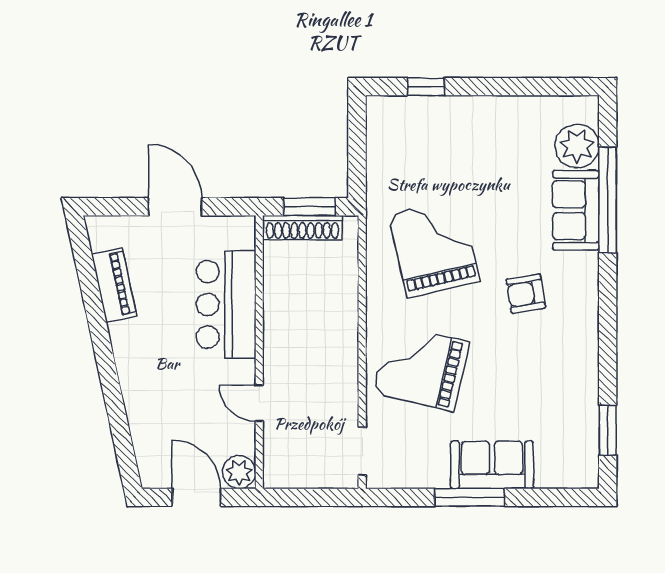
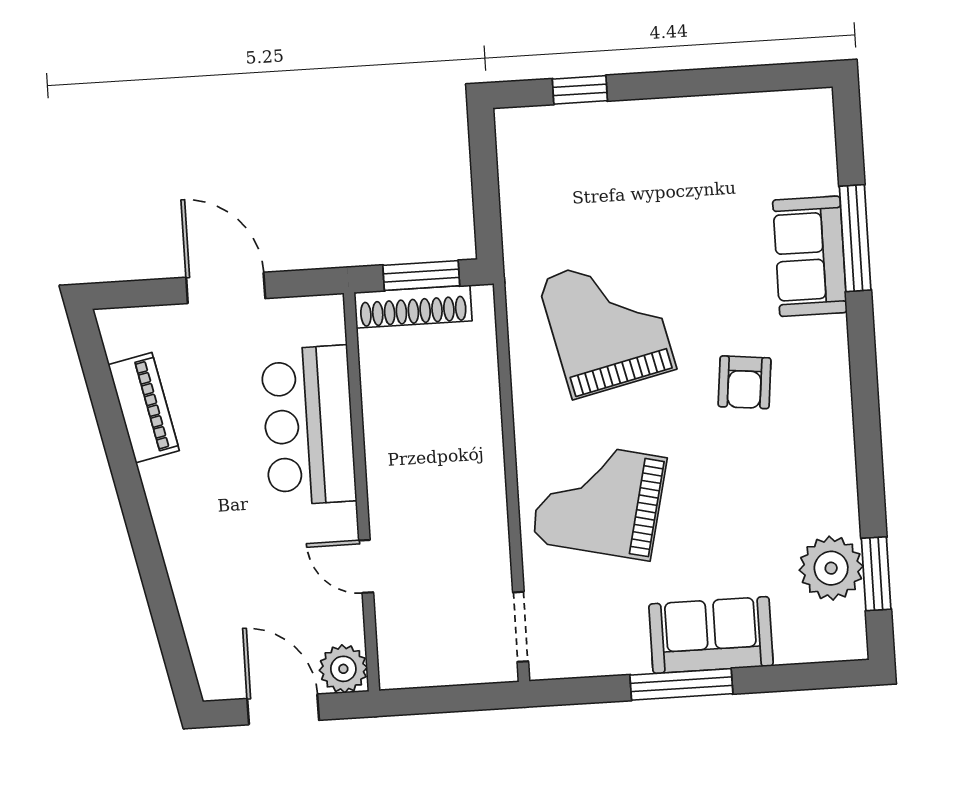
plant: (577, 146) -> (831, 568), moved
window: (608, 200) -> (855, 238), width x0.68
armchair: (526, 294) -> (745, 382), turned -75

